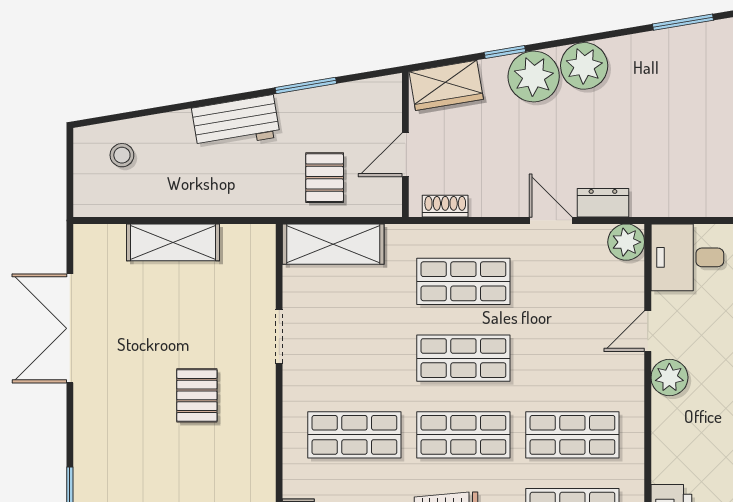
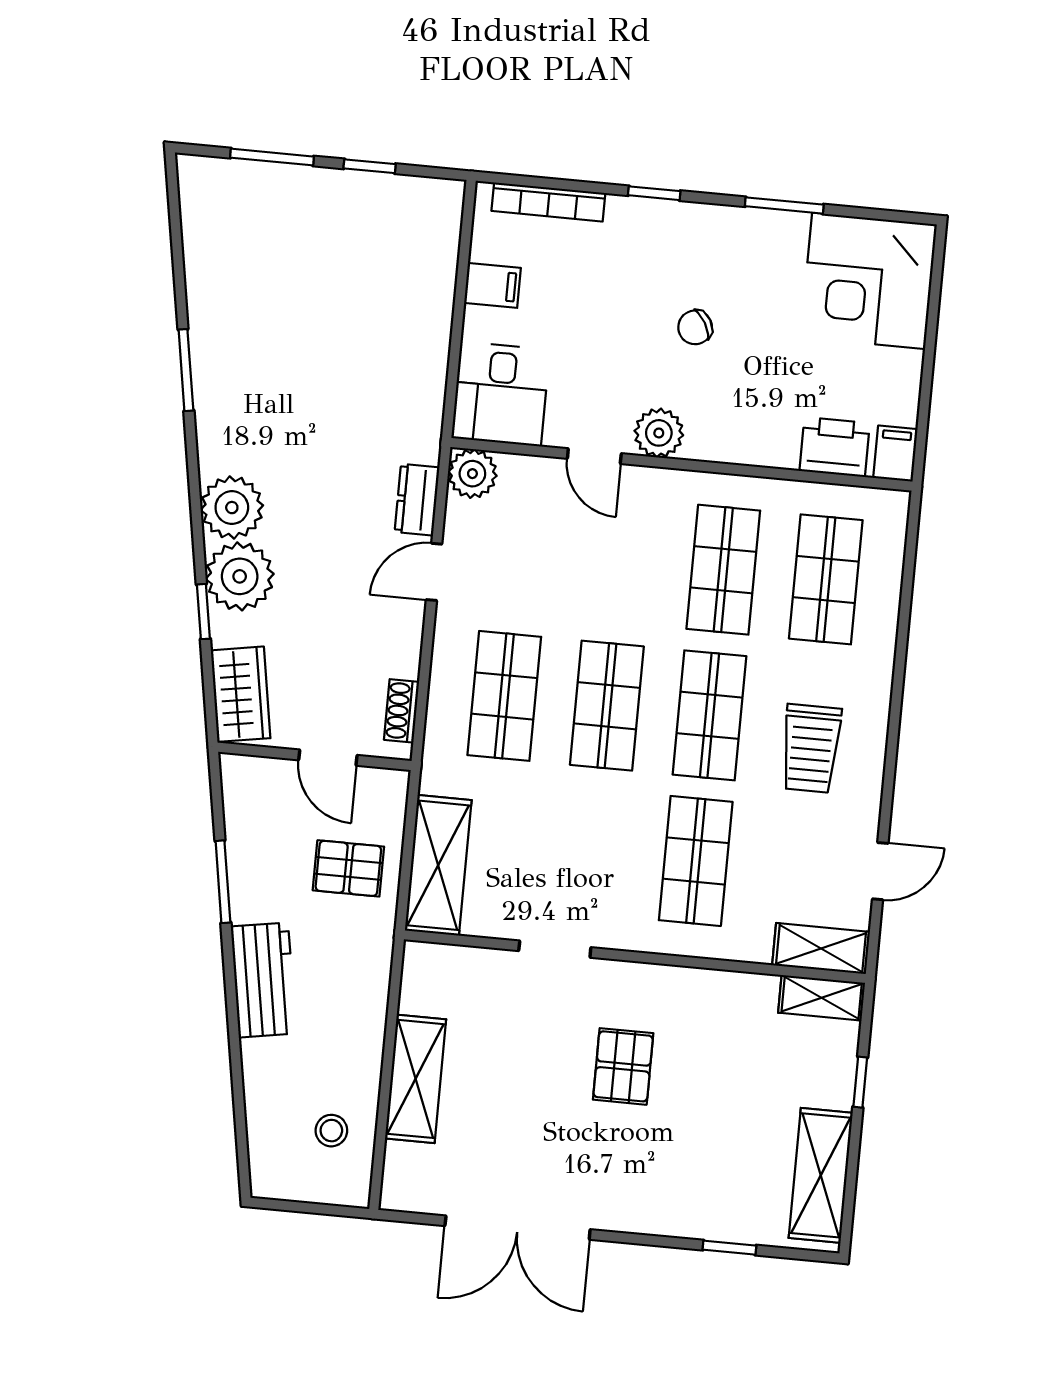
stool: (122, 155) -> (331, 1131), moved
pallet: (197, 395) -> (623, 1066), turned 90

